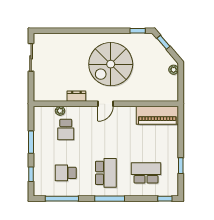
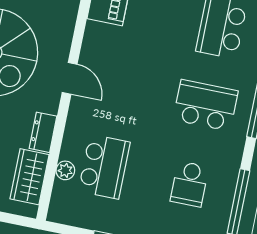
wardrobe: (53, 94) -> (29, 177), added
school desk: (66, 129) -> (104, 167), width x1.85

